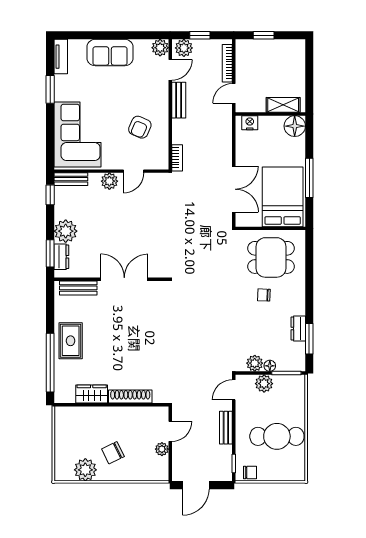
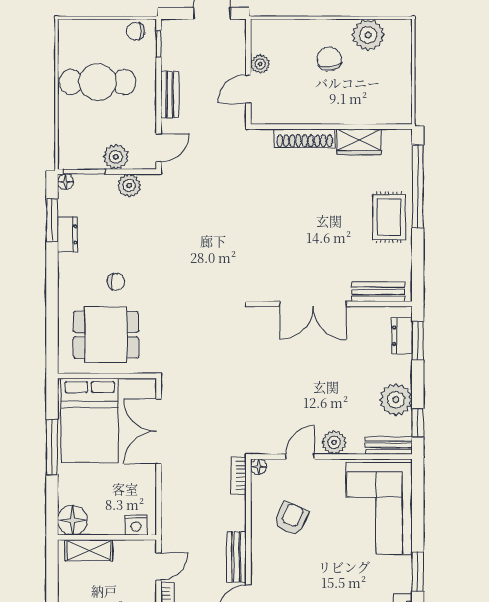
floor lamp: (163, 164) -> (258, 467), added
plant: (66, 231) -> (396, 400), moved
floor lamp: (270, 366) -> (66, 182), moved
chair: (113, 453) -> (329, 59), turned -71

